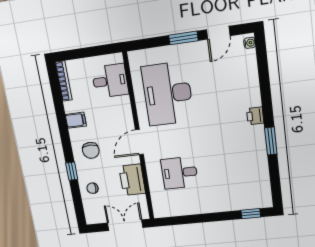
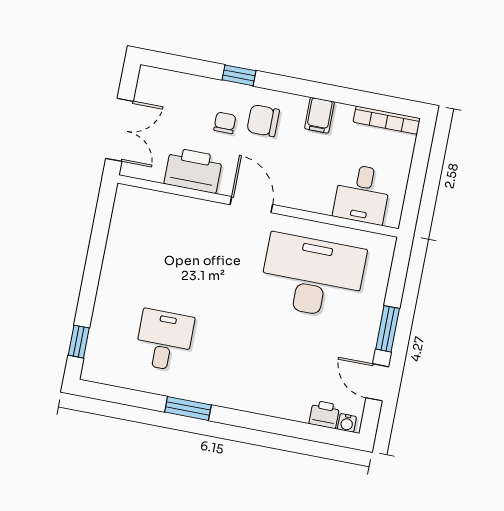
printer: (255, 116) -> (324, 414), moved
desk: (179, 173) -> (164, 340), moved
chair: (92, 188) -> (225, 123), moved

